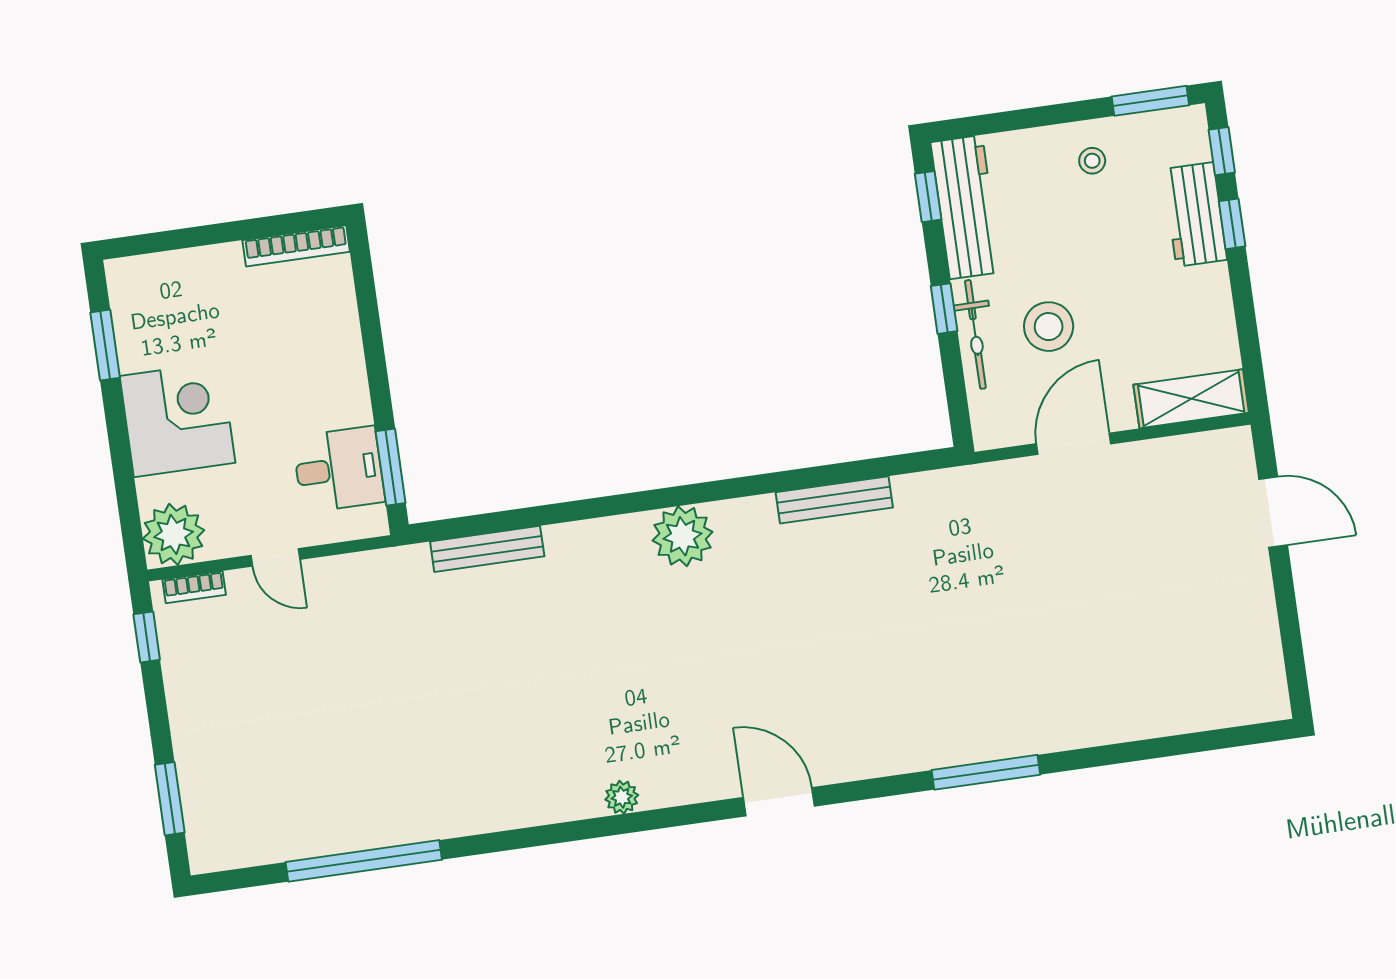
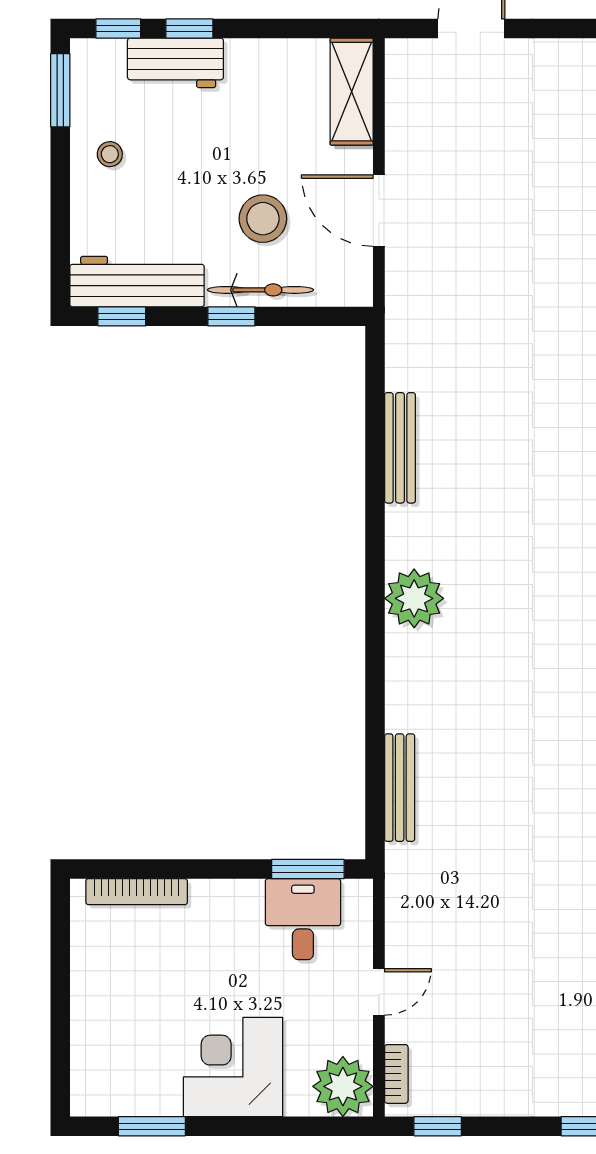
bookcase: (296, 246) -> (137, 892), moved, turned 90

